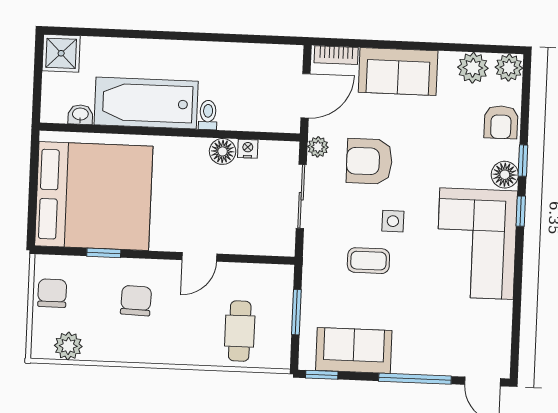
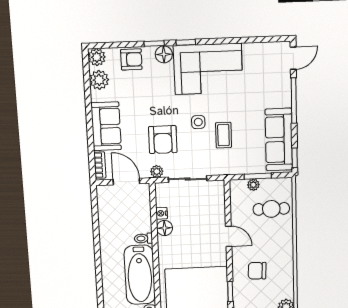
plant: (283, 304) -> (253, 185), added
sofa: (354, 350) -> (279, 140), width x1.36

